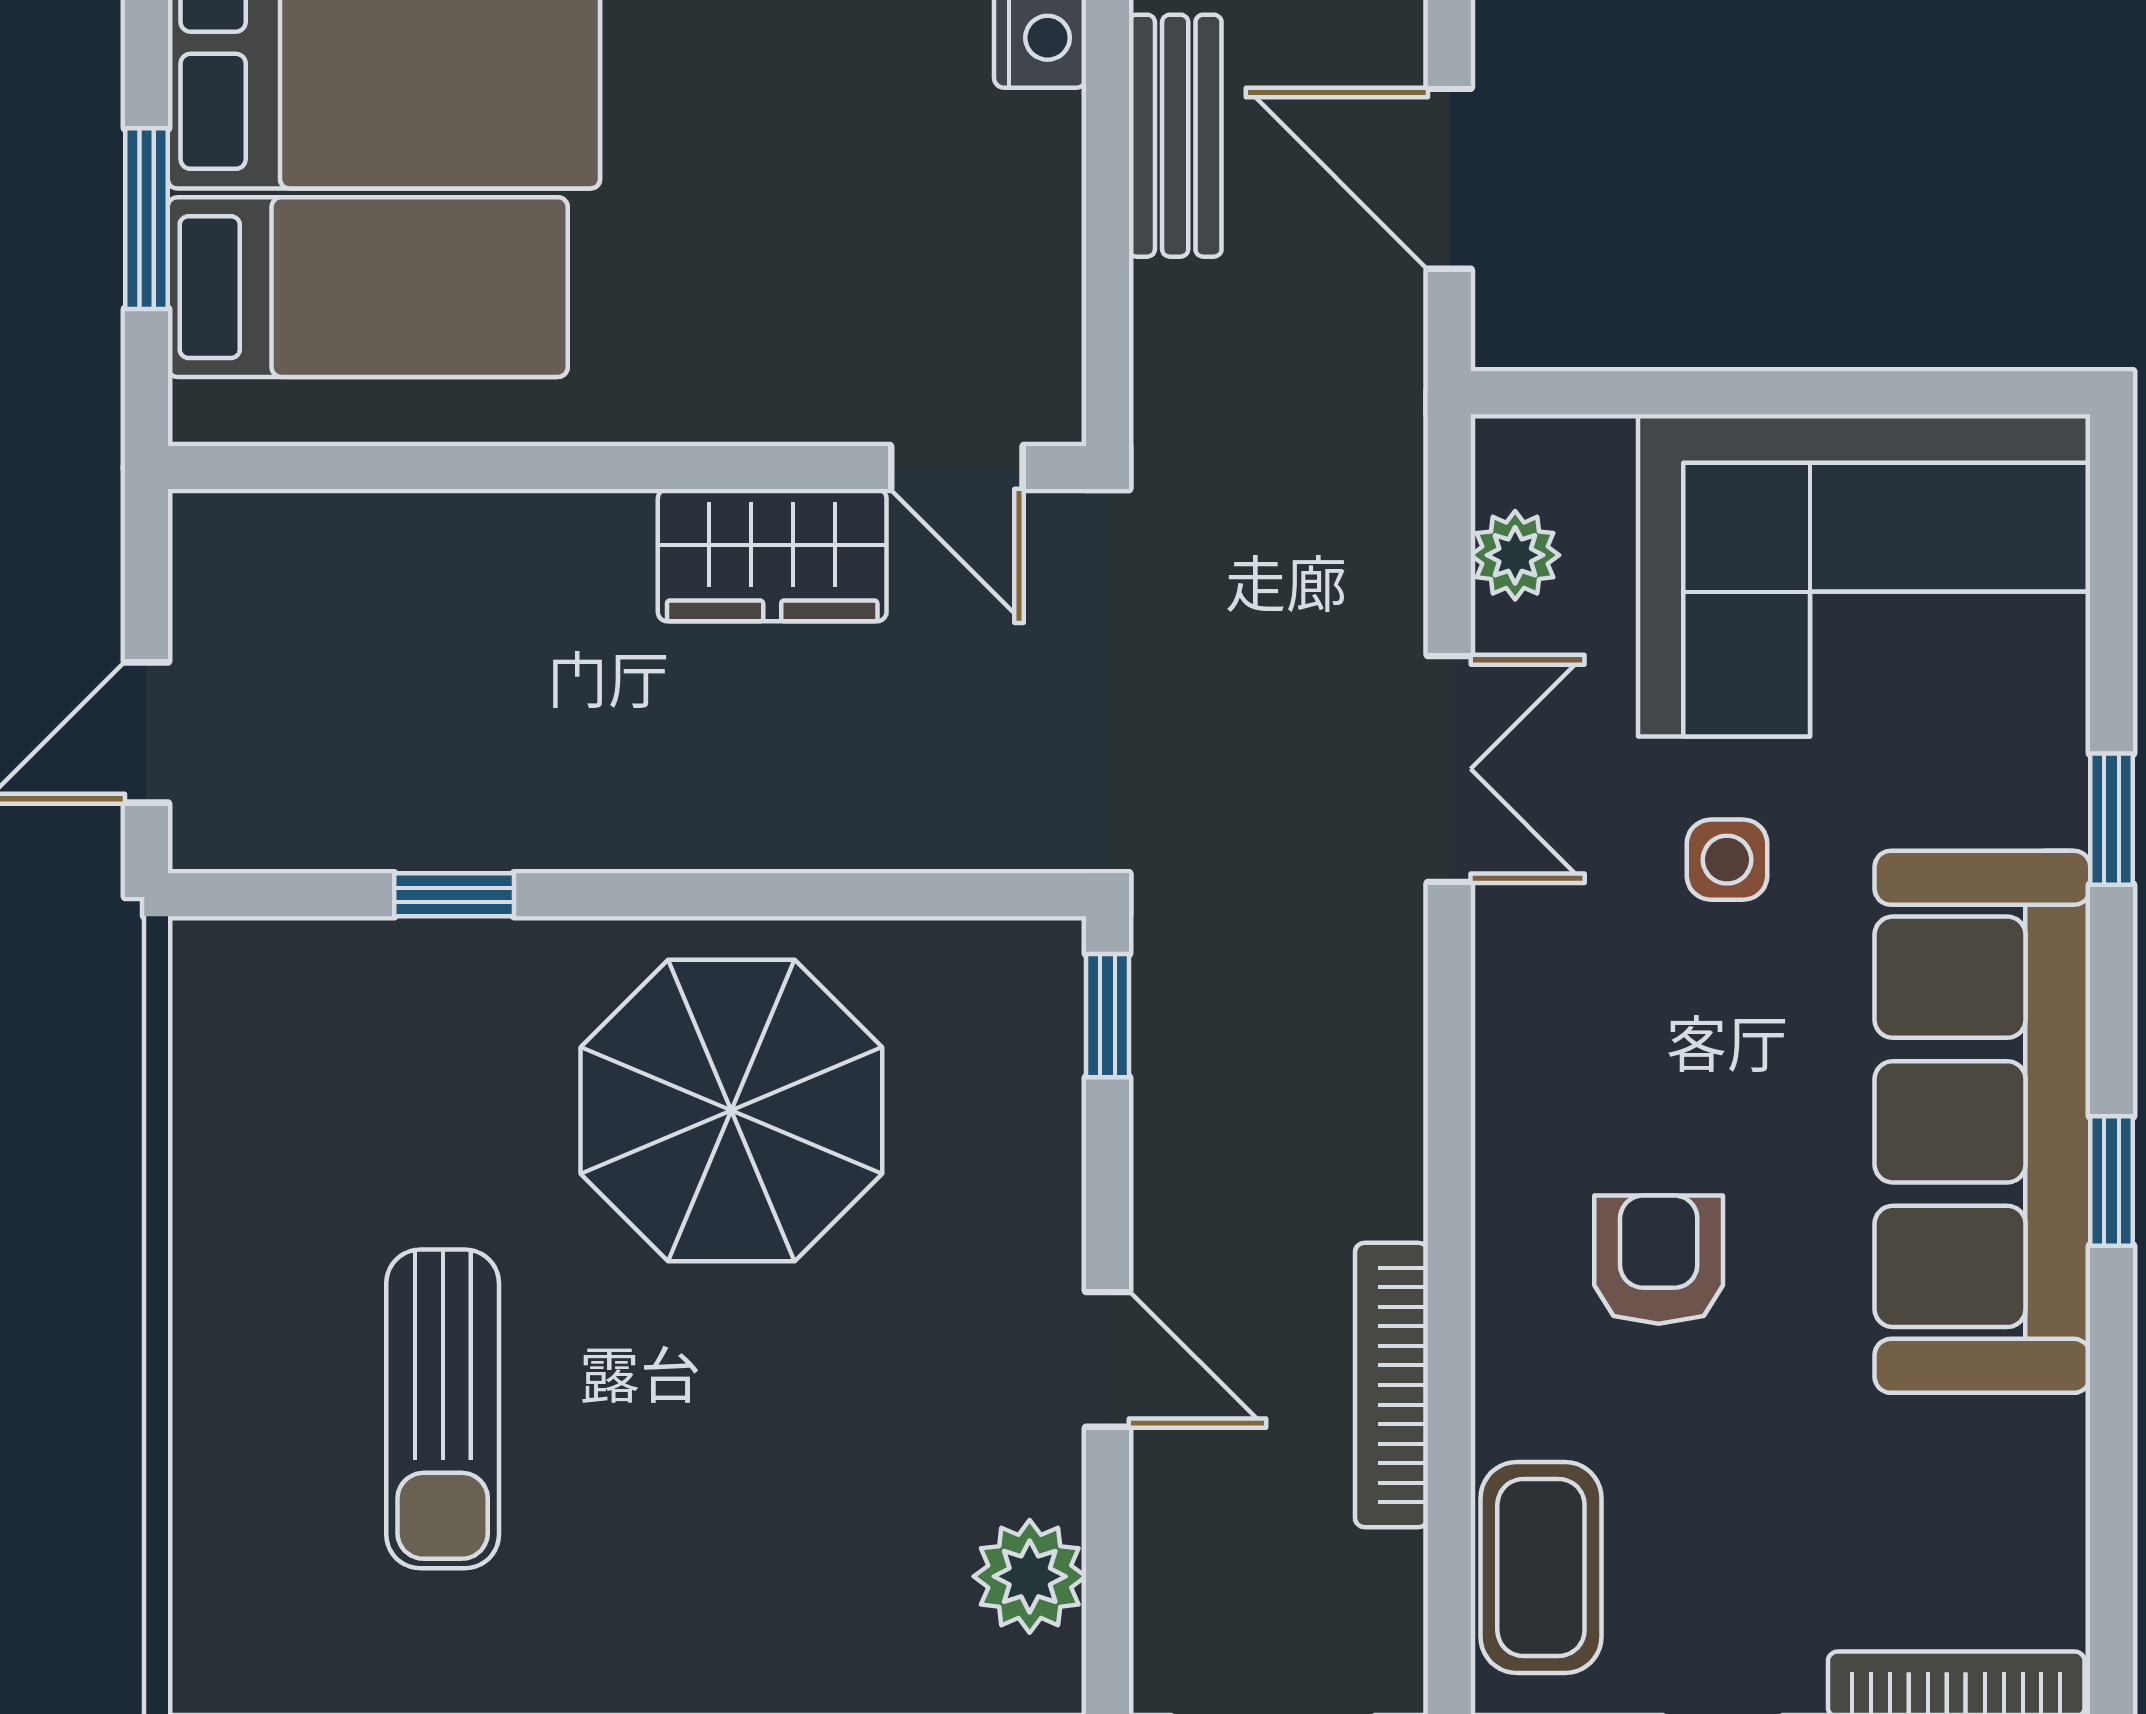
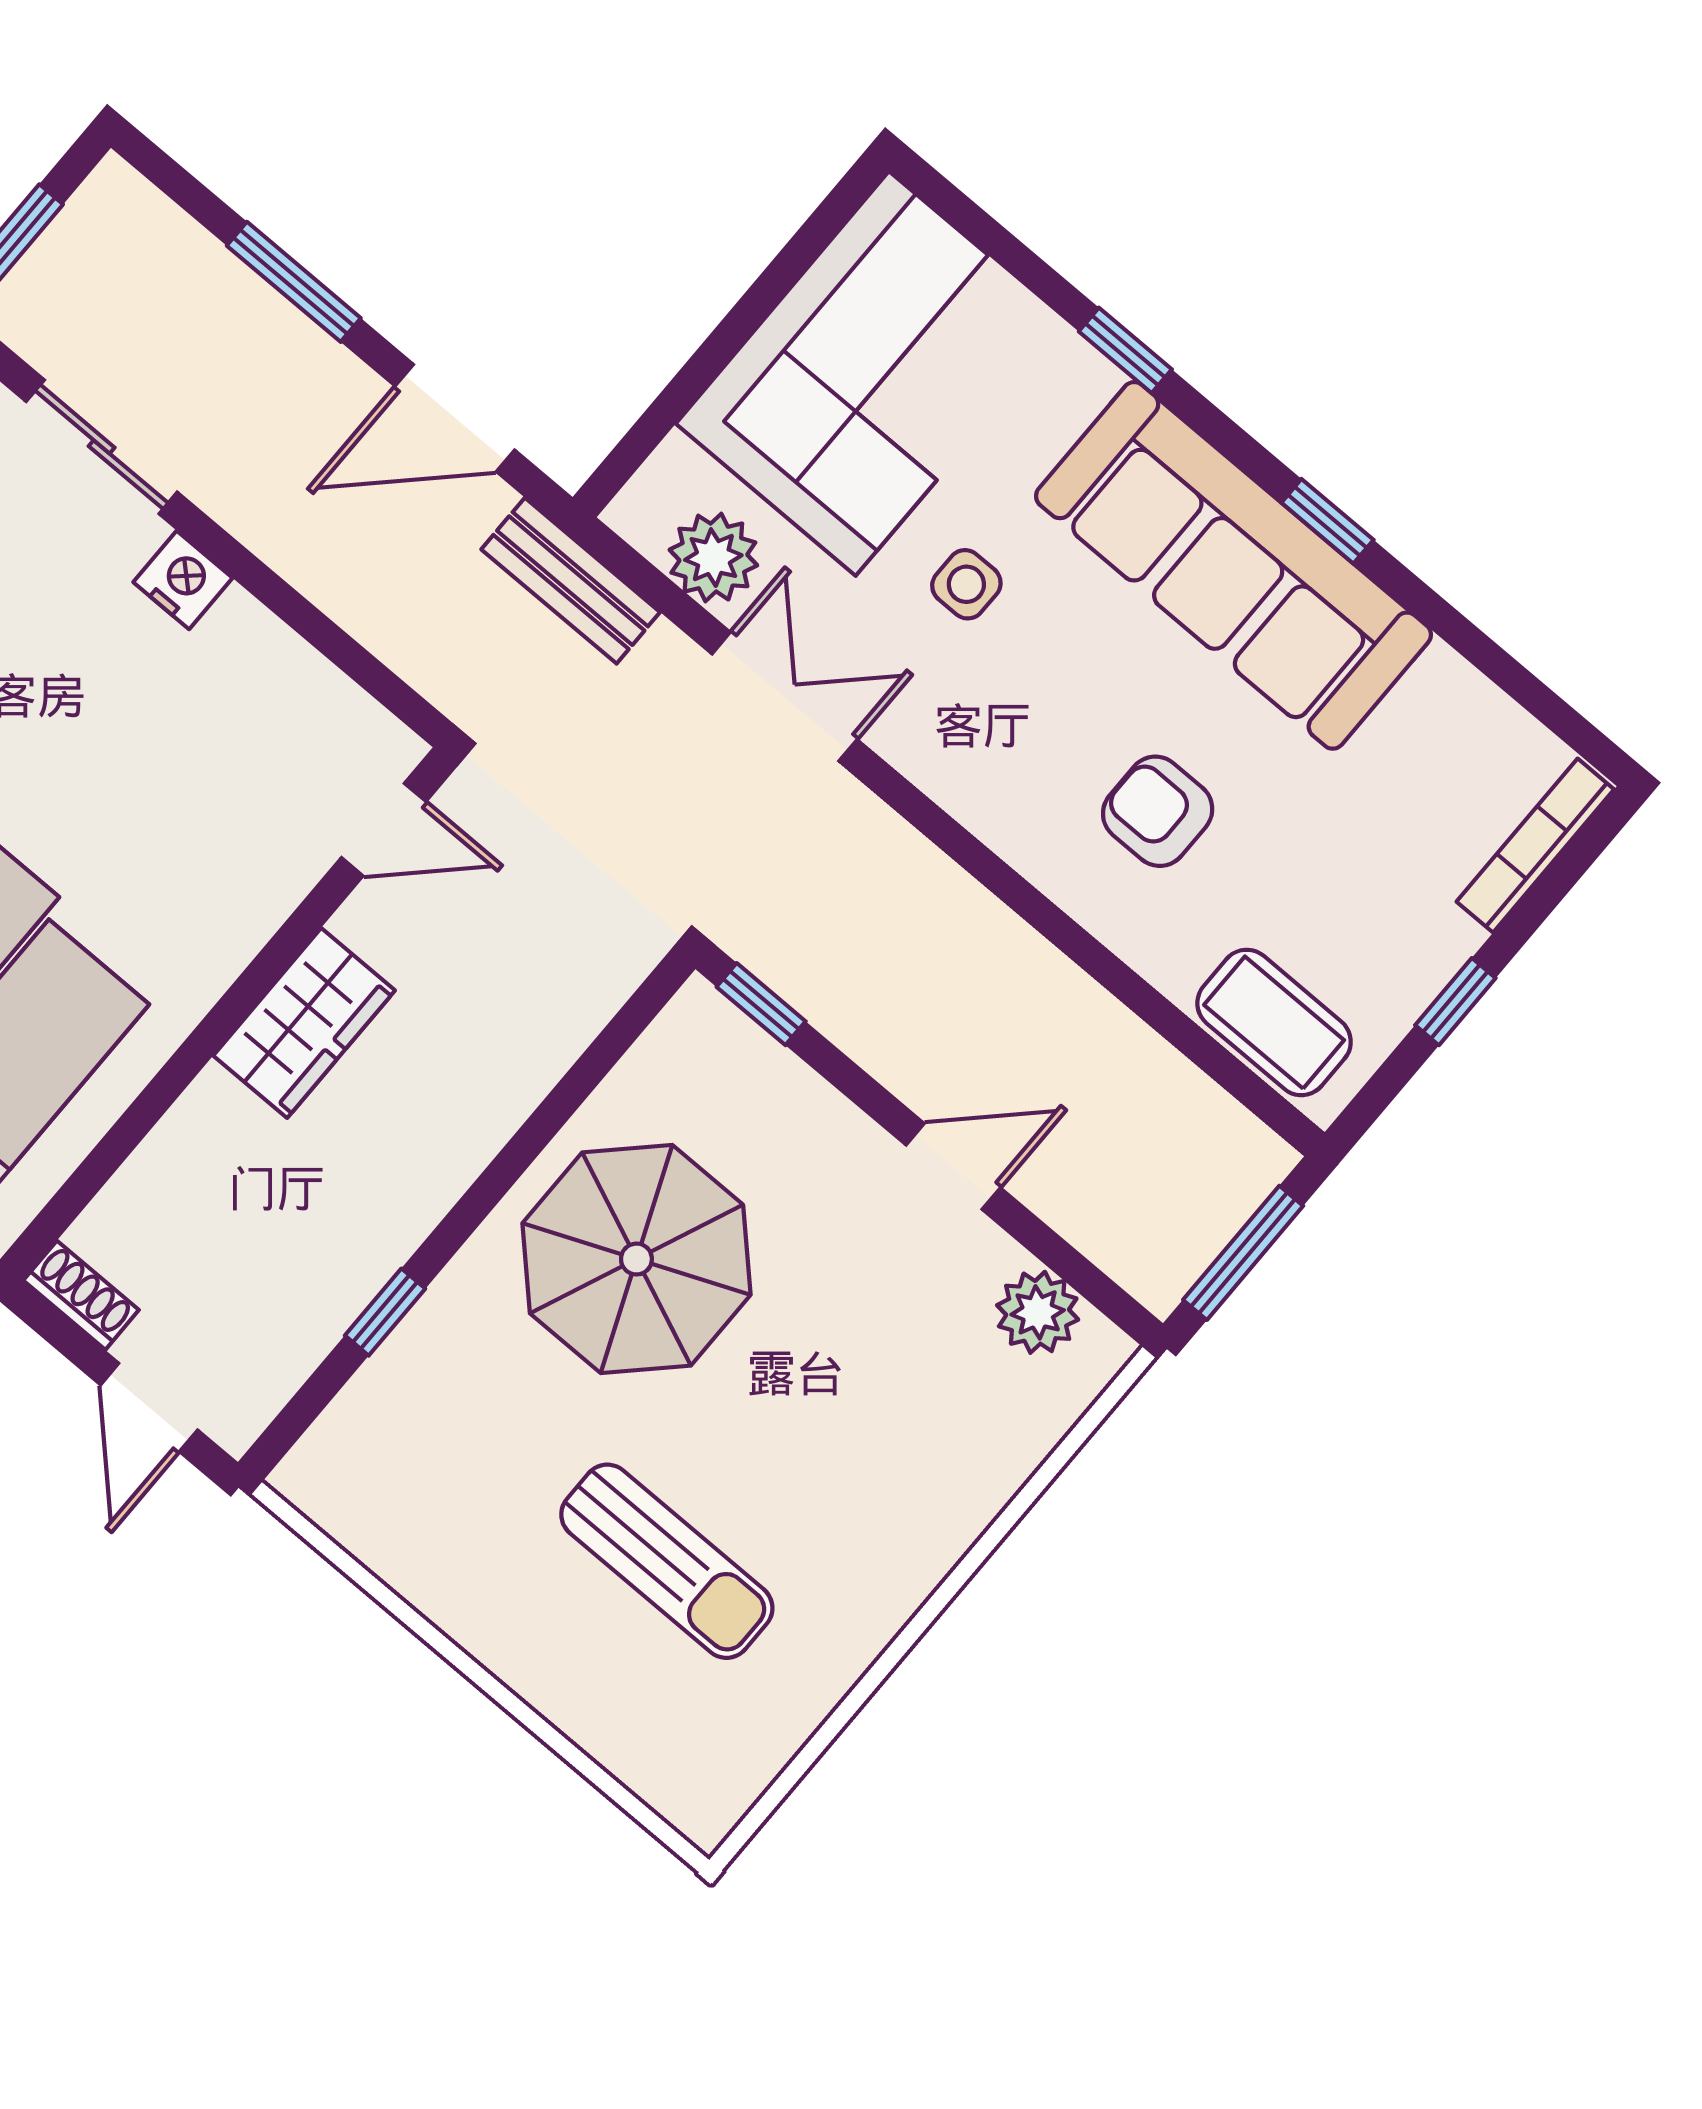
bench: (1175, 136) -> (571, 581), moved
wardrobe: (772, 555) -> (304, 1023), moved
plant: (1515, 555) -> (713, 558), width x1.38, depth x1.38
shoe rack: (203, 562) -> (81, 1295), added
bookcase: (1391, 1385) -> (1102, 1020), removed

